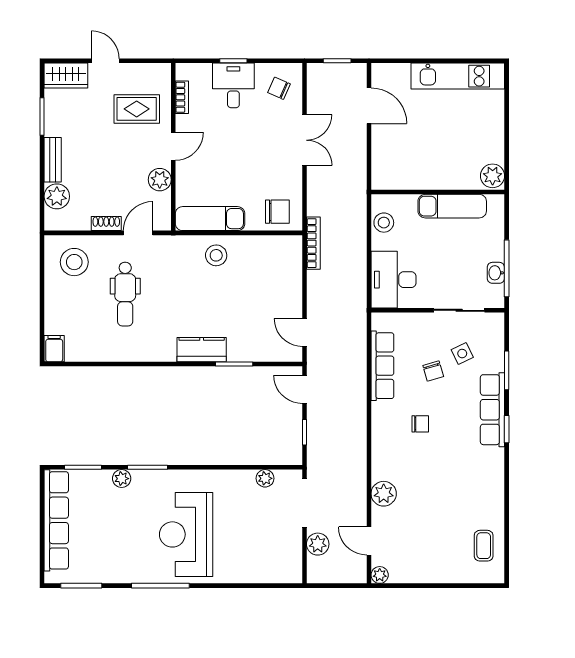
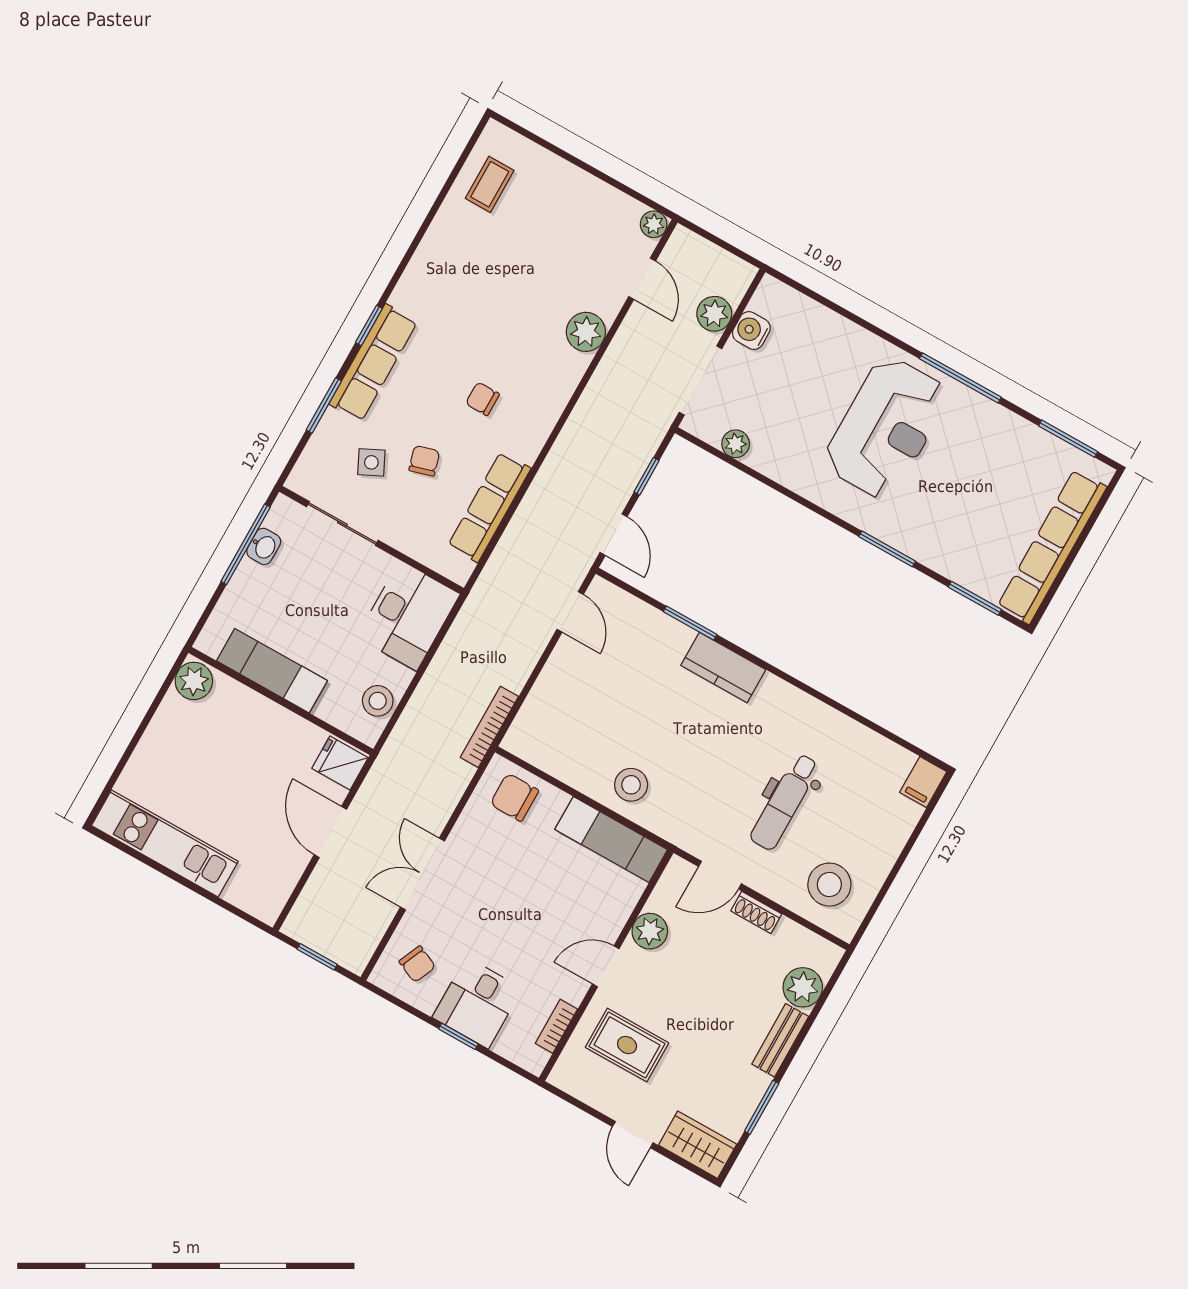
door: (369, 106) -> (330, 832), moved
fridge: (385, 176) -> (340, 763), added
dental chair: (125, 294) -> (785, 802), turned 180
plant: (122, 479) -> (931, 553), removed
water cooler: (292, 546) -> (751, 331), added

